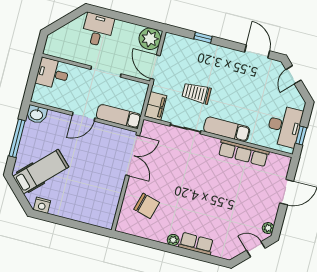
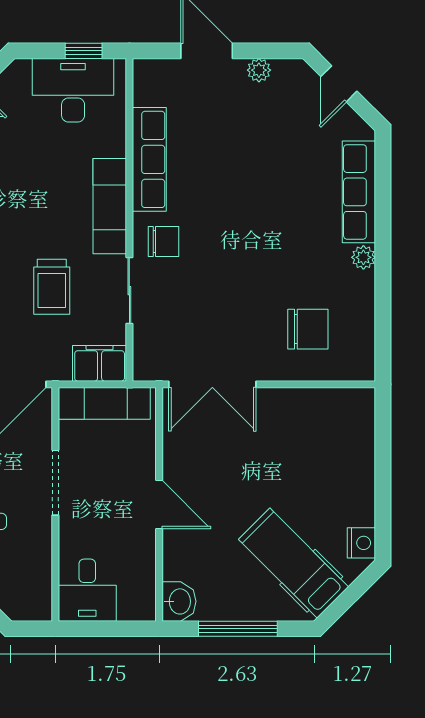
exam couch: (119, 116) -> (104, 403), moved, turned -90
chair: (204, 150) -> (164, 241), added
double door: (133, 155) -> (212, 384), swing flipped
chair: (147, 206) -> (308, 329), turned 75
plant: (268, 228) -> (259, 70), moved
row of seats: (196, 244) -> (359, 192), width x1.48

